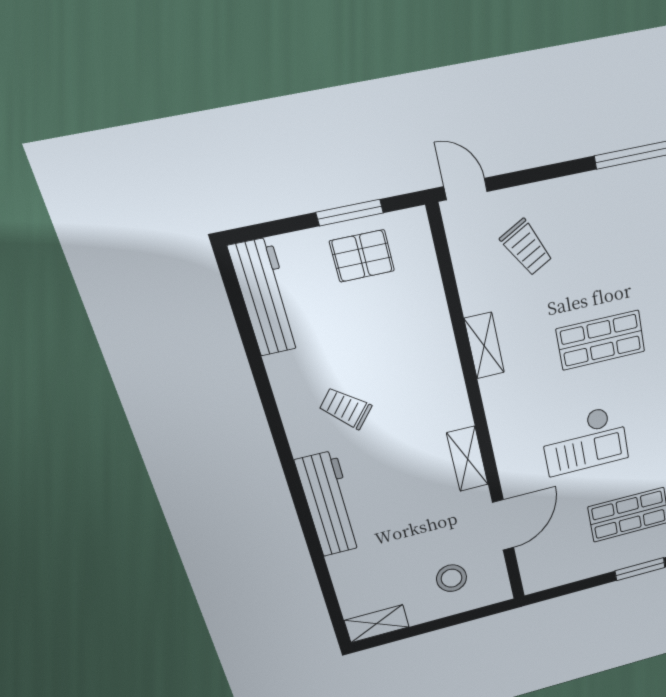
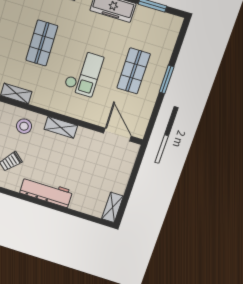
door: (503, 525) -> (117, 135), moved
stool: (452, 578) -> (24, 126), moved

